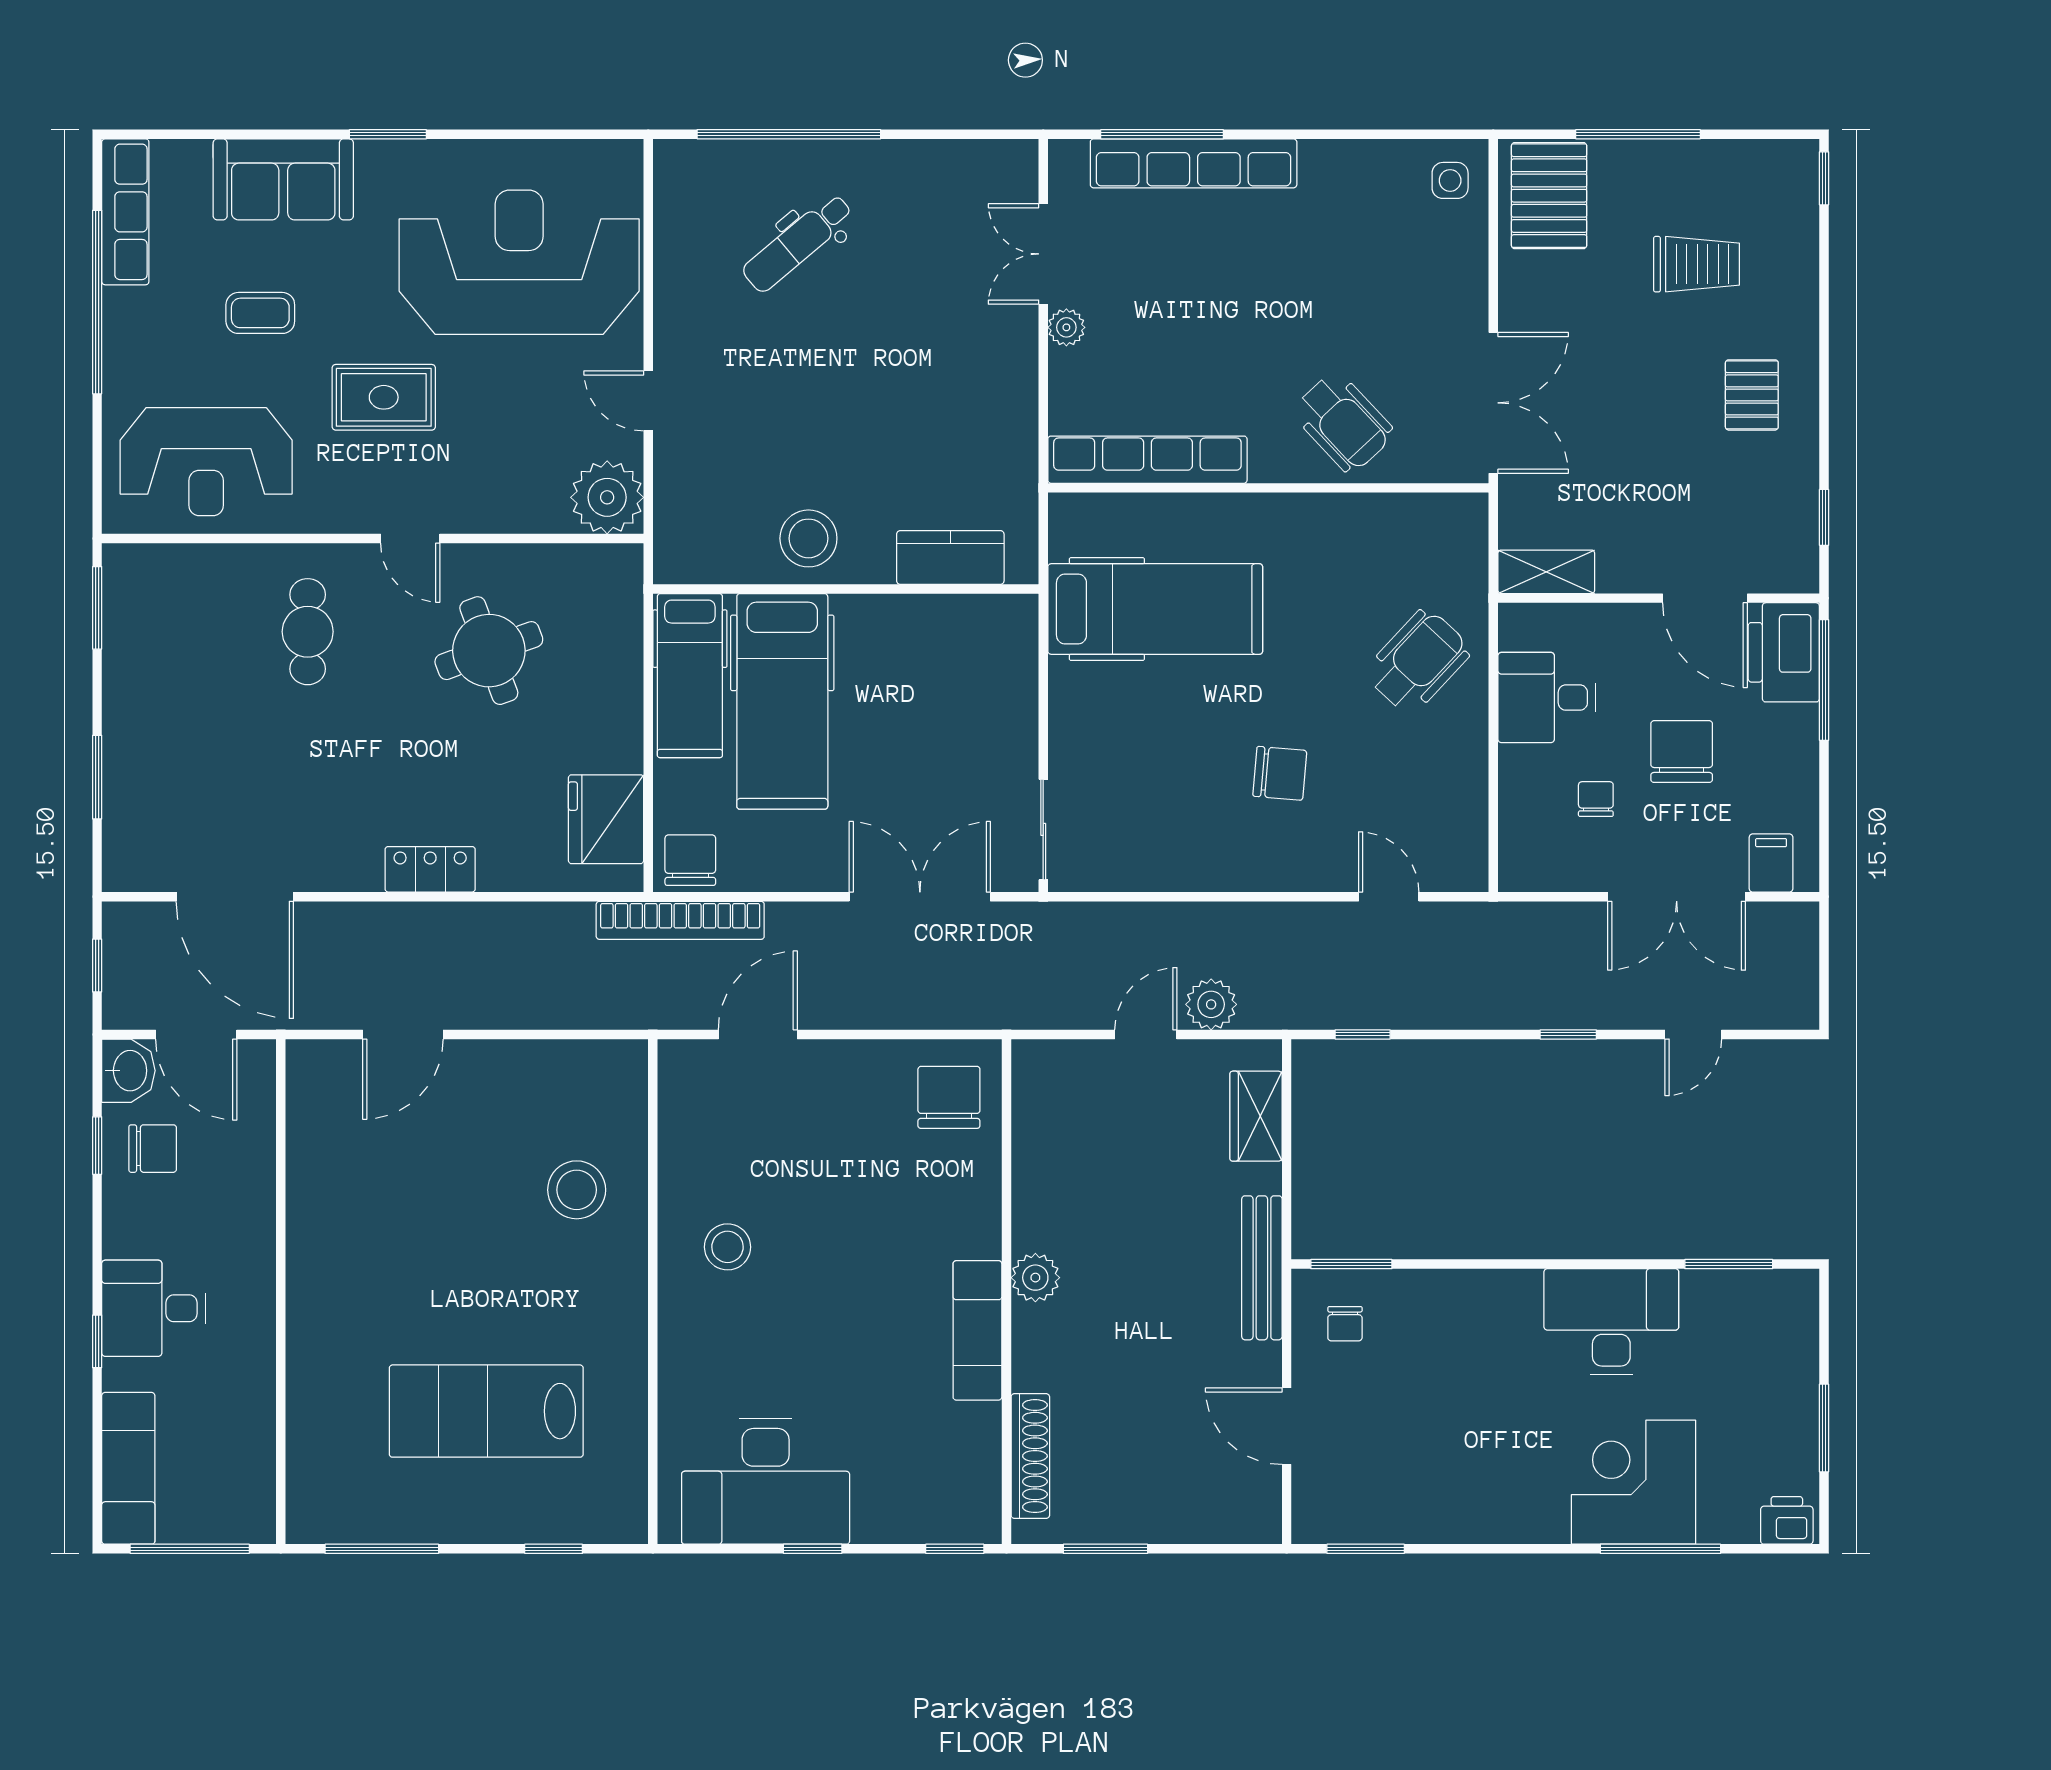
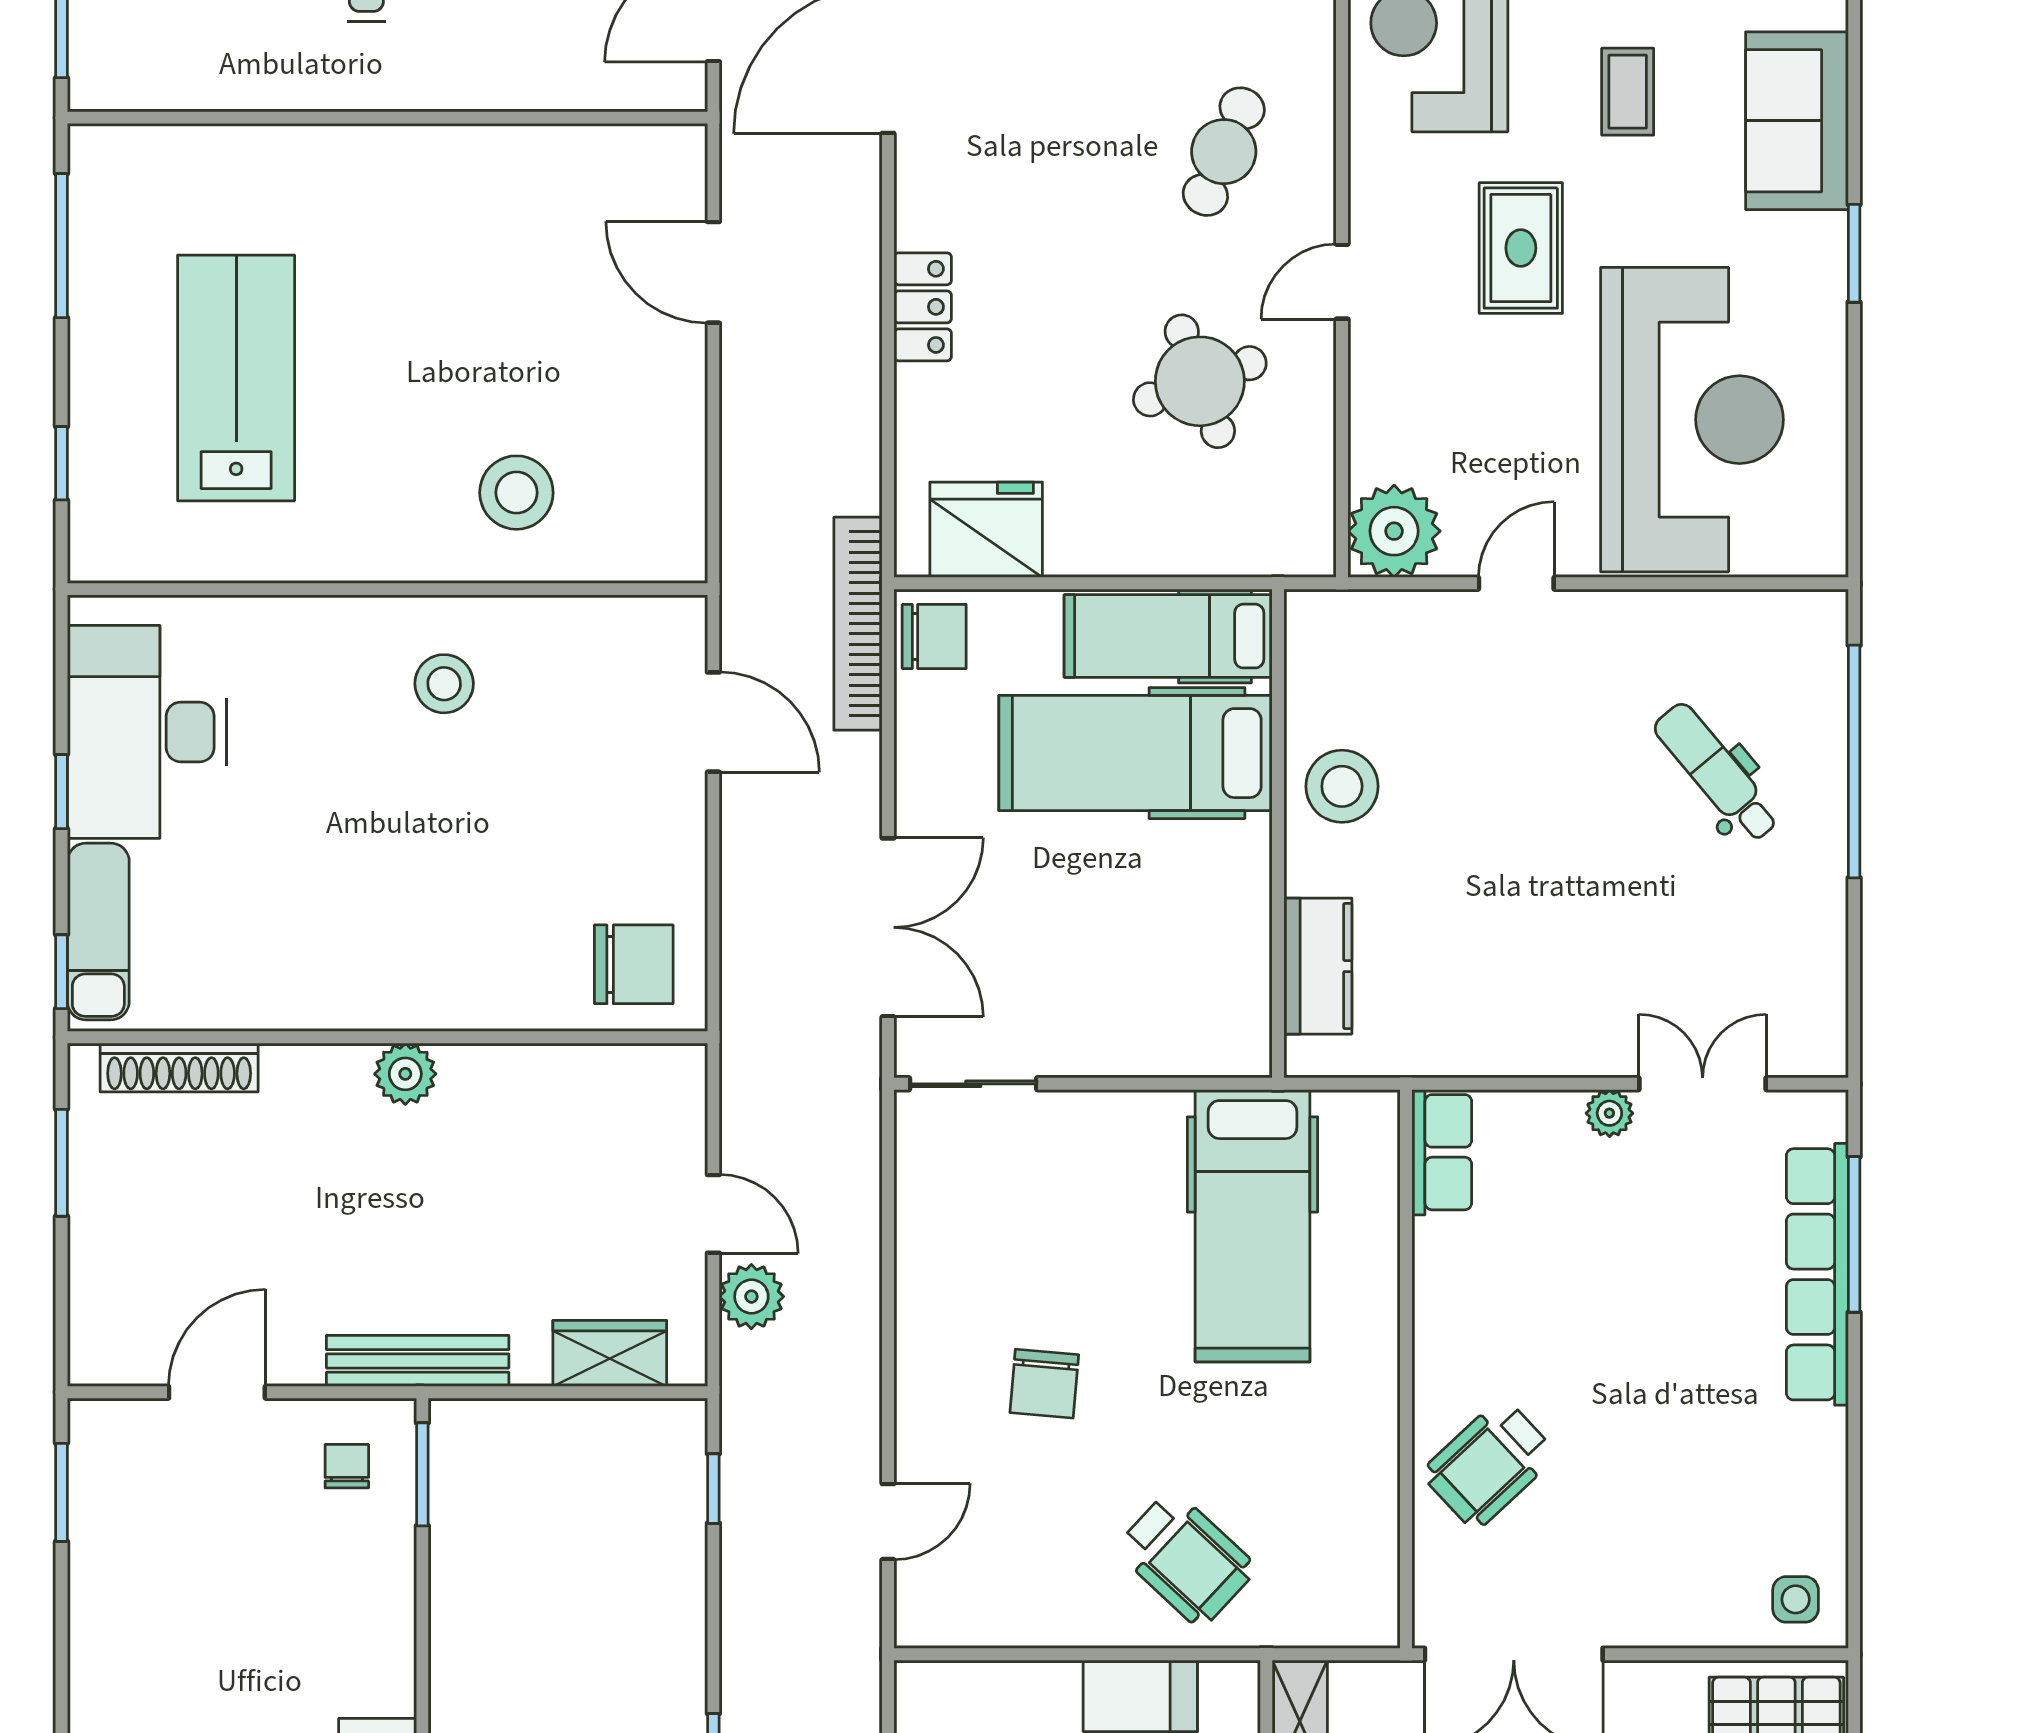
row of seats: (1147, 460) -> (1442, 1152), width x0.50
cafe table: (308, 632) -> (1224, 152), turned -67
chair: (1345, 1324) -> (347, 1466), turned 90
exam couch: (977, 1330) -> (98, 932), moved, turned 90

